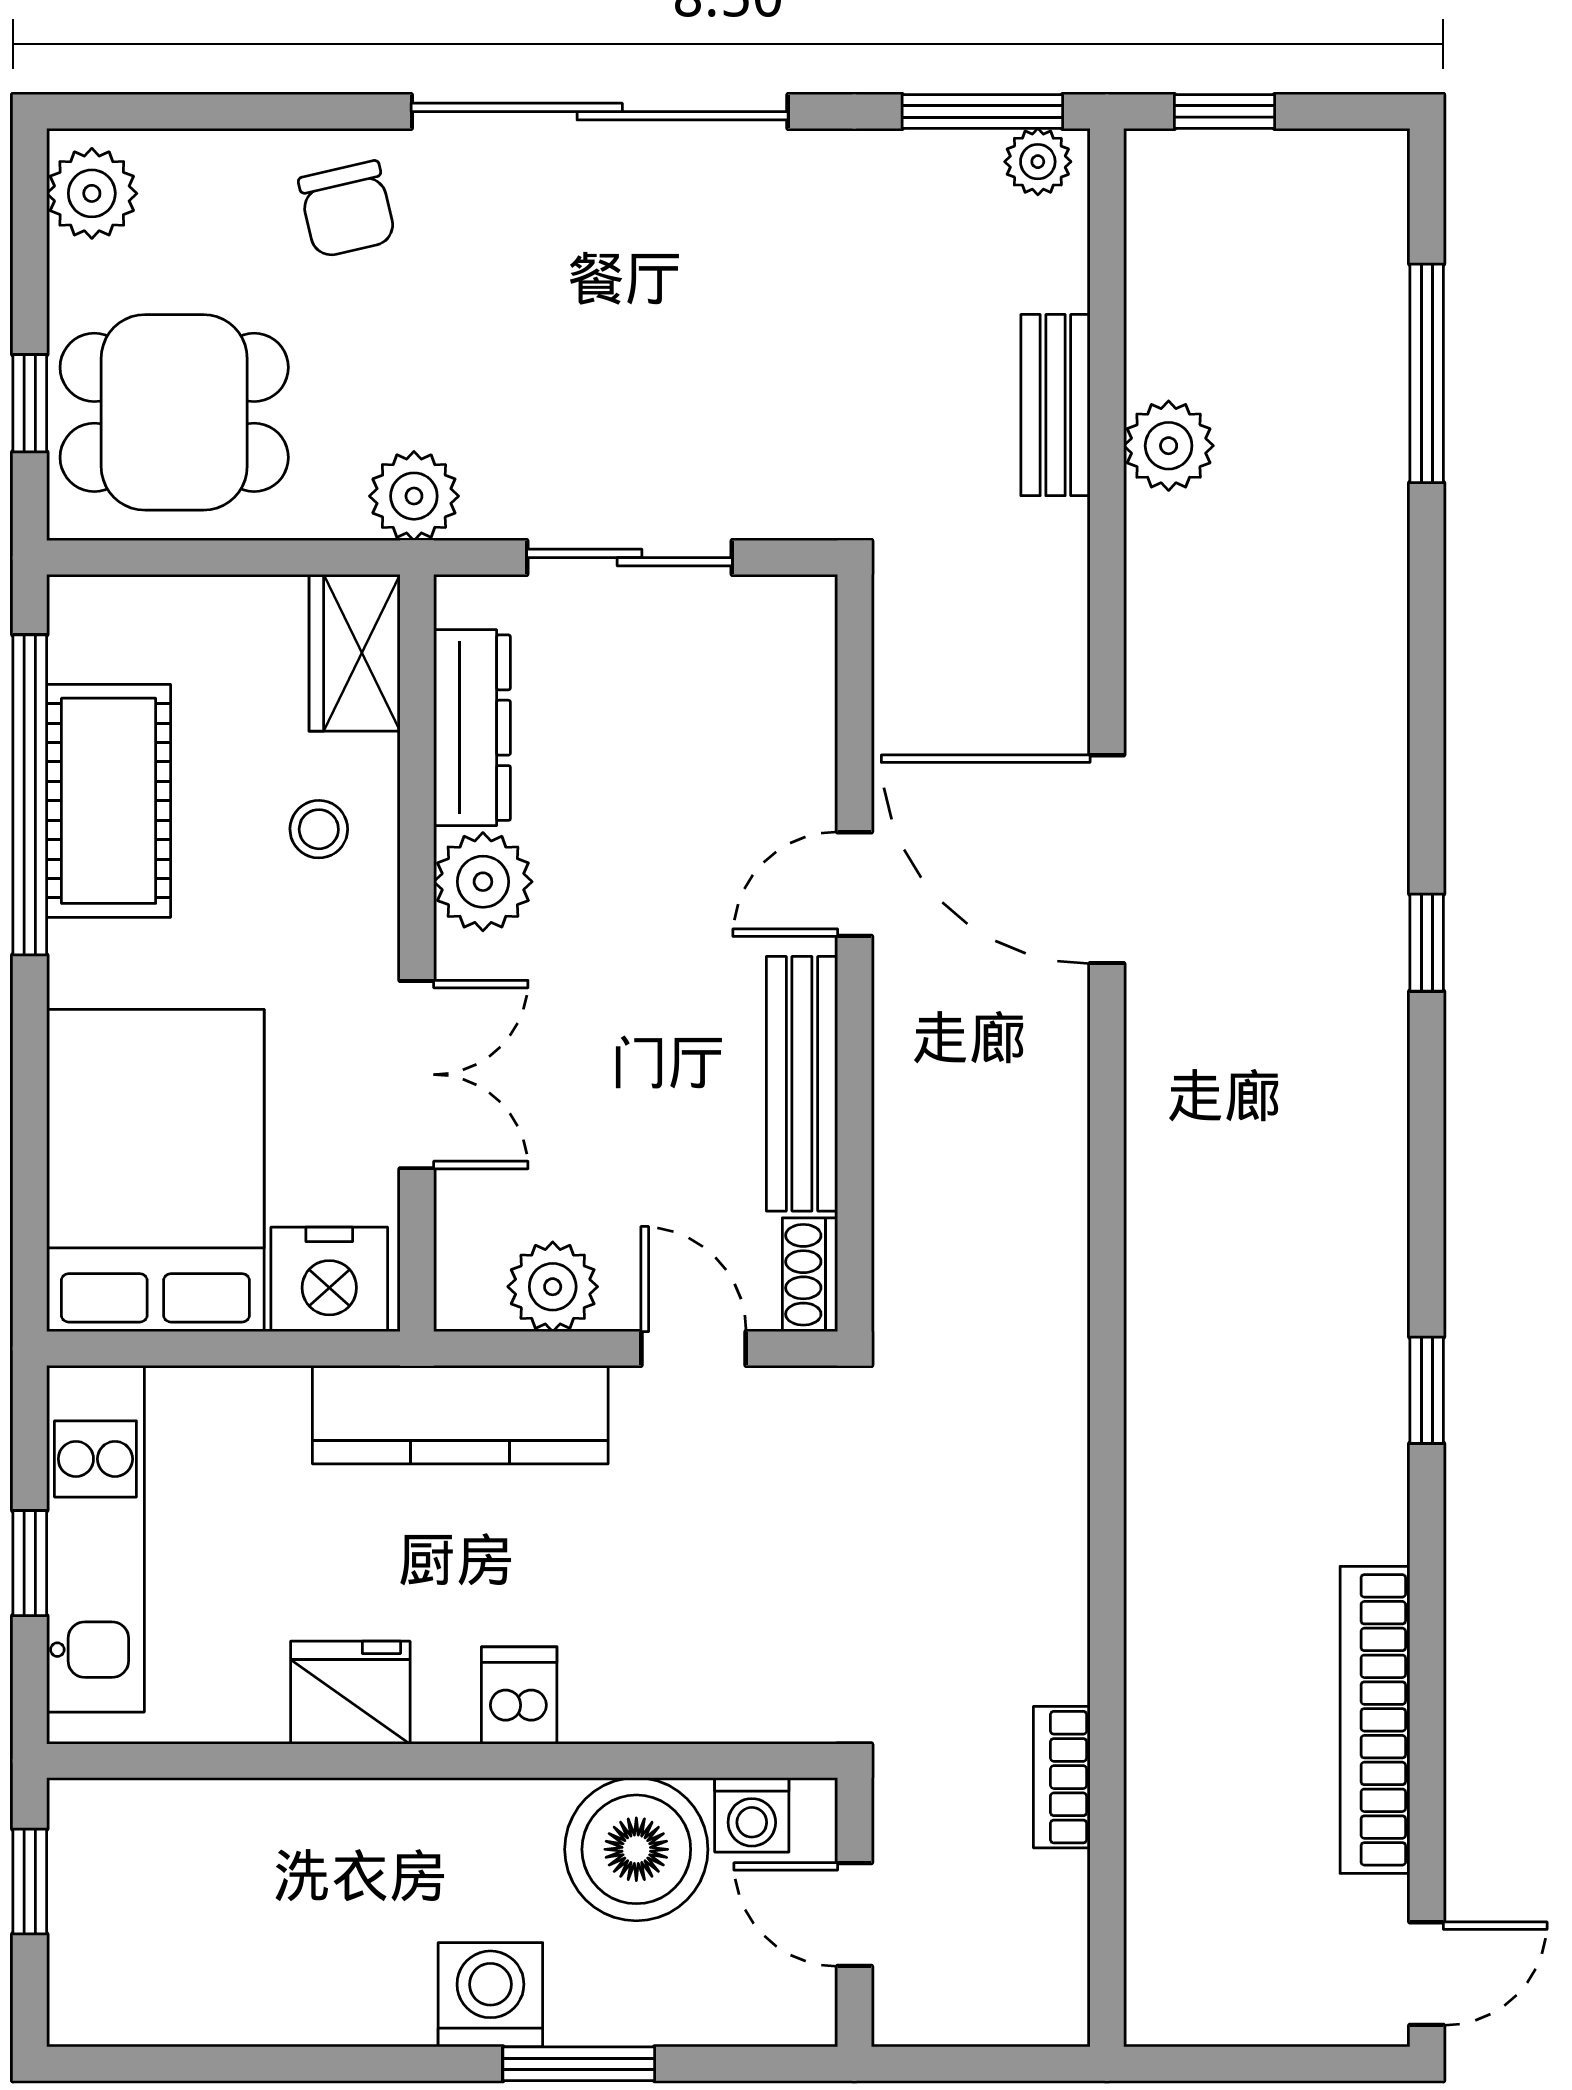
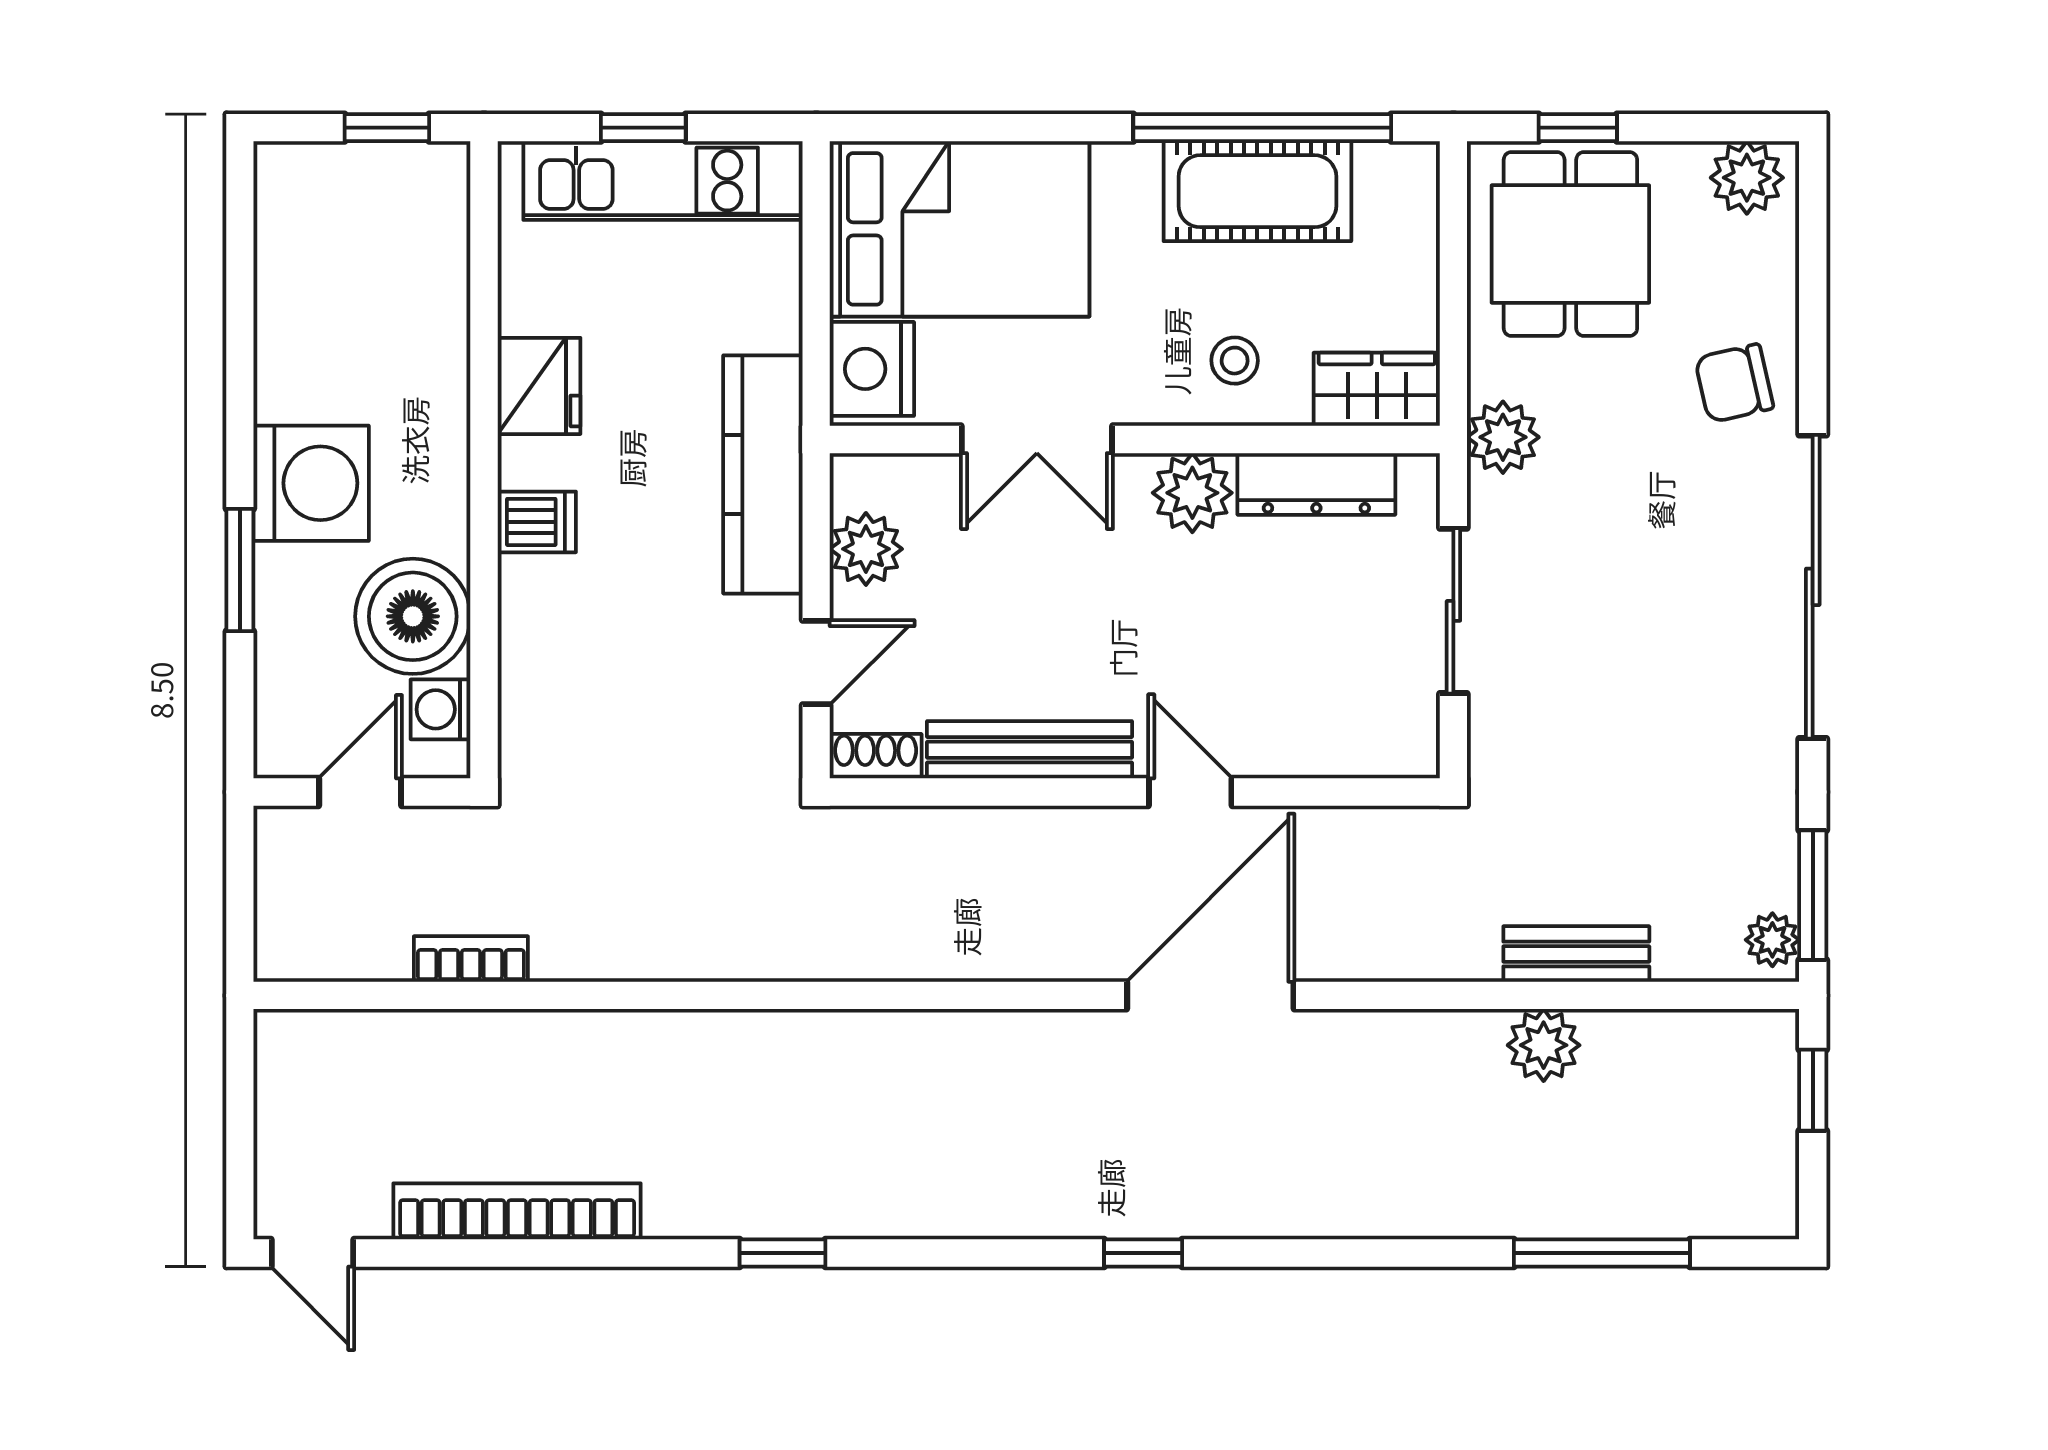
washing machine: (490, 1995) -> (311, 483), width x1.37, depth x1.37

